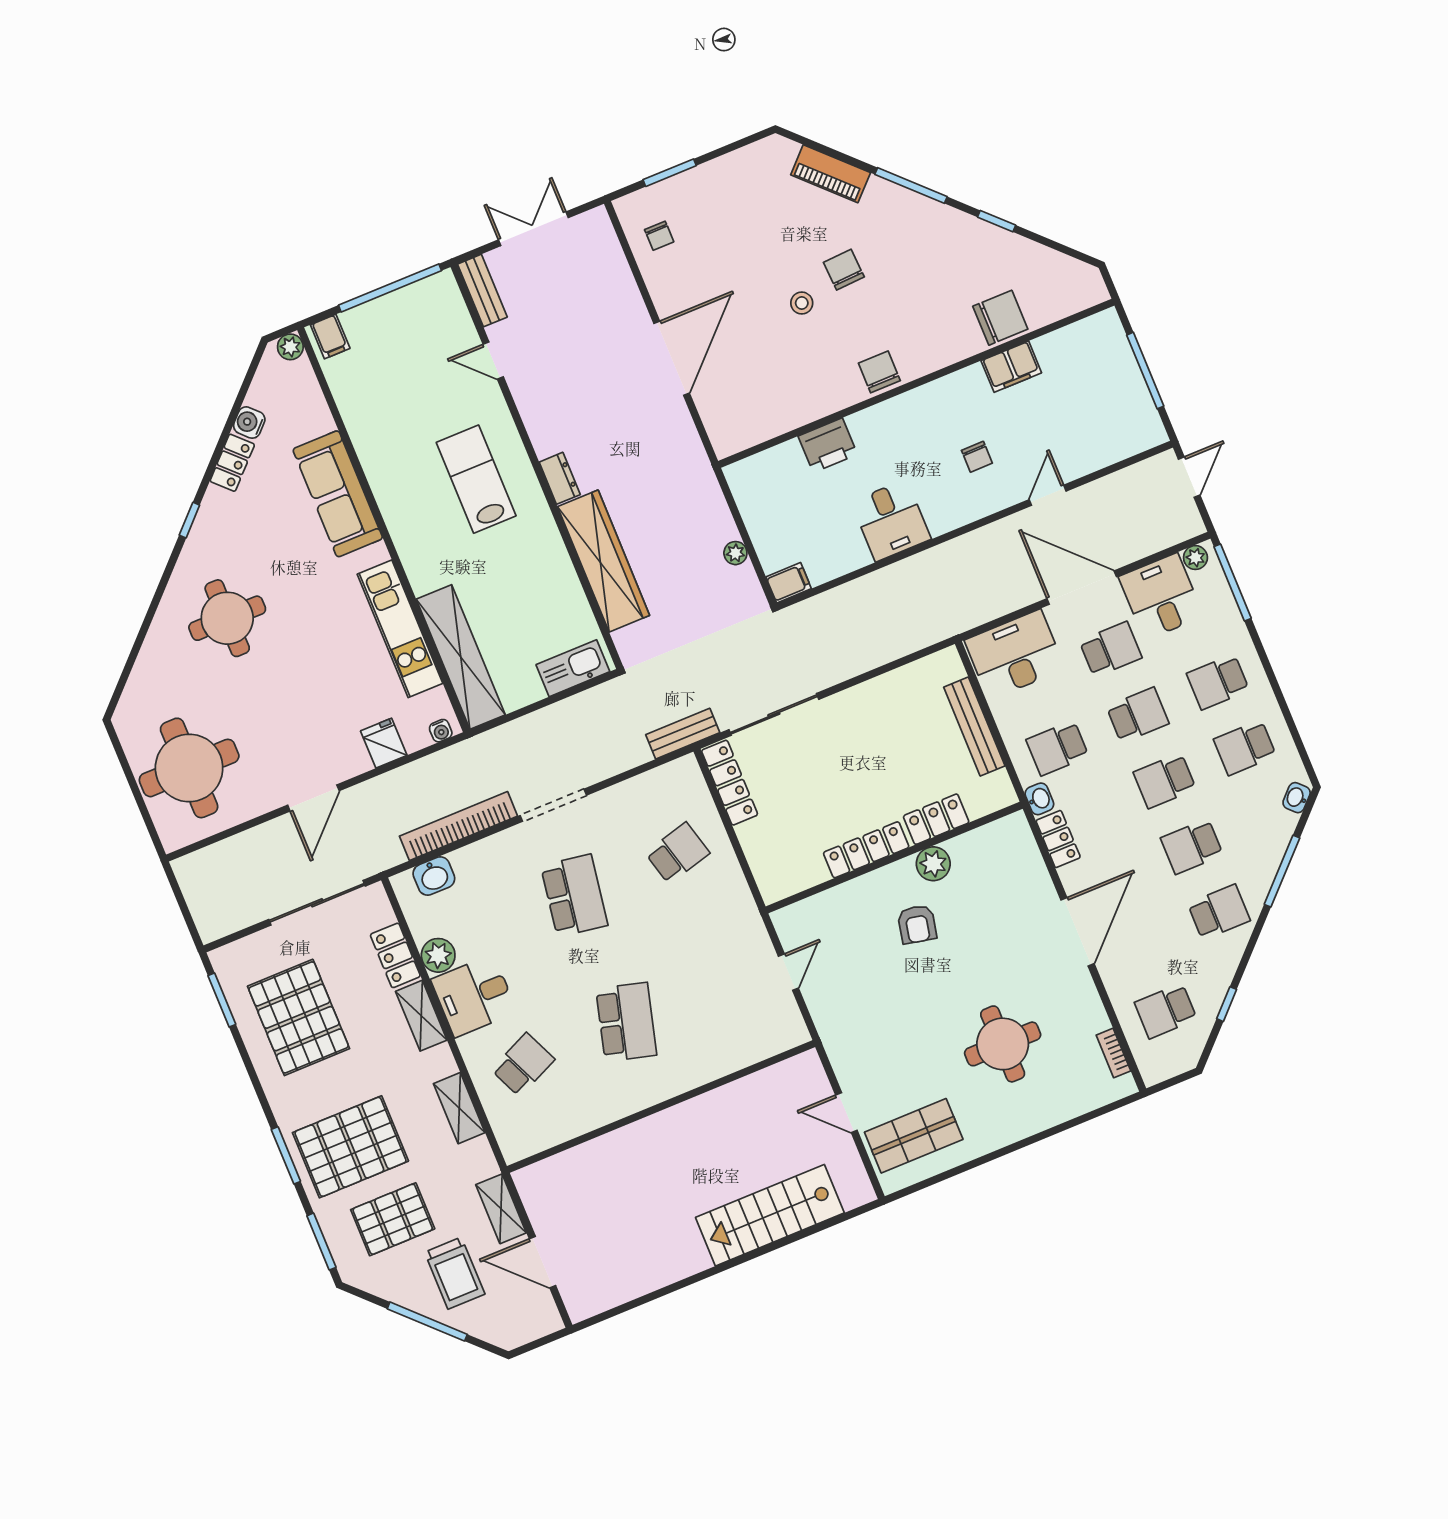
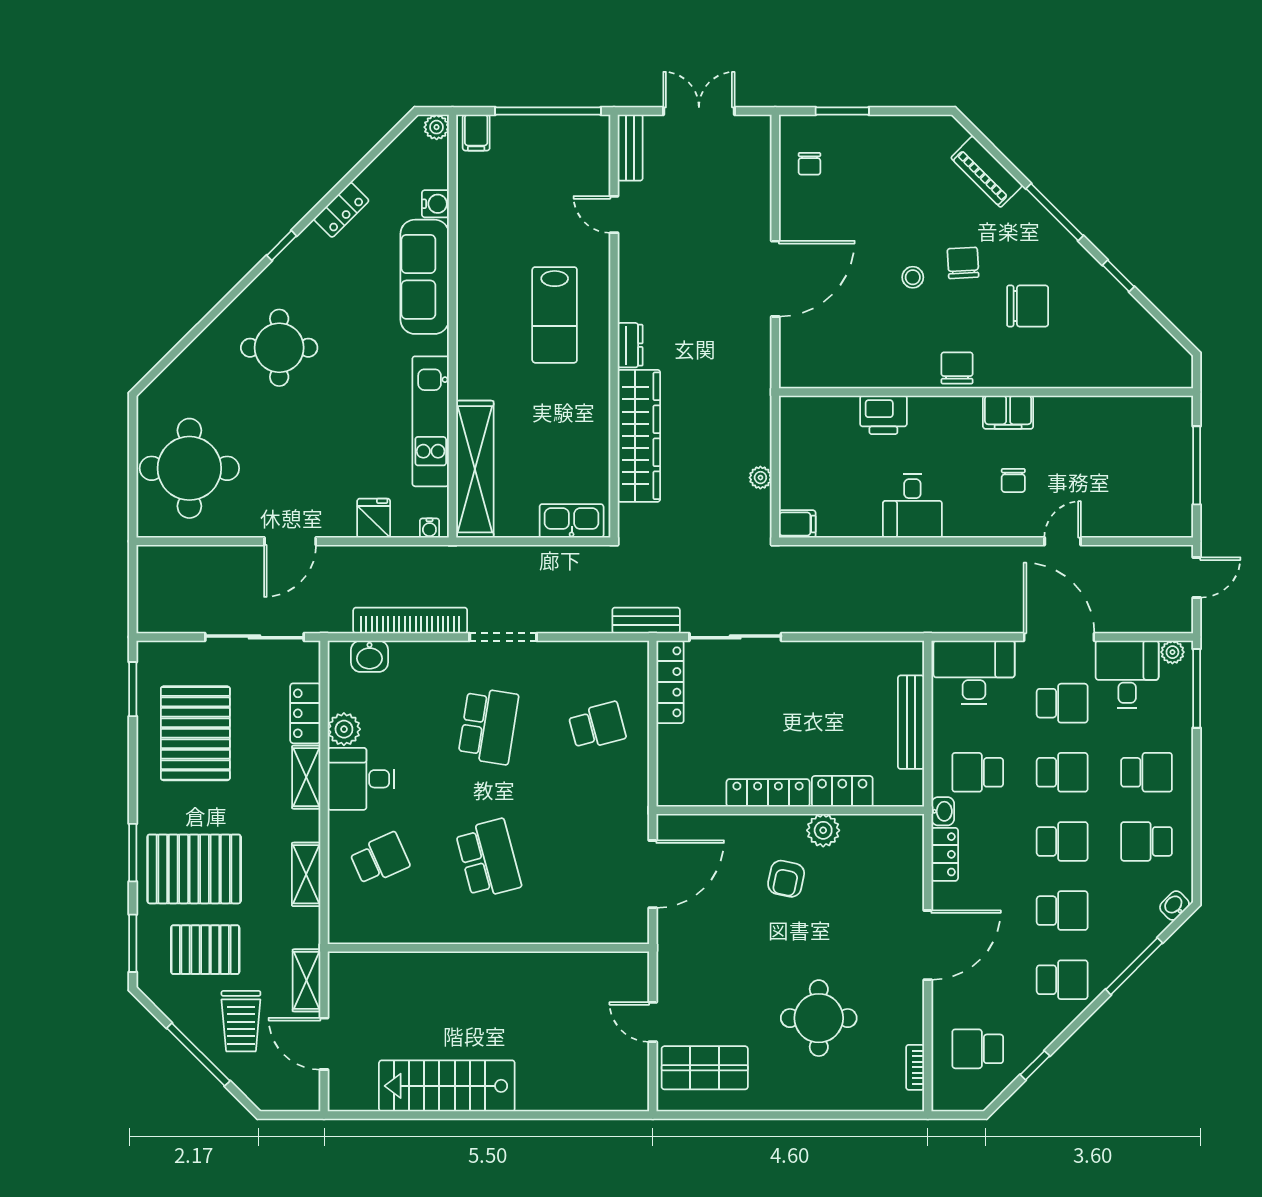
chair: (1000, 318) -> (1028, 306), moved
filing cabinet: (1011, 367) -> (1008, 412), moved
water cooler: (249, 423) -> (435, 204), moved, turned 135
lab bench: (476, 479) -> (555, 315), turned 180
school desk: (1218, 682) -> (1147, 772), turned 180
school desk: (1165, 781) -> (1062, 841), turned 180
school desk: (1192, 846) -> (1062, 911), turned 180
door: (788, 972) -> (653, 874), width x1.87
school desk: (626, 1022) -> (488, 859), turned -30
stairs: (770, 1215) -> (447, 1086), moved

